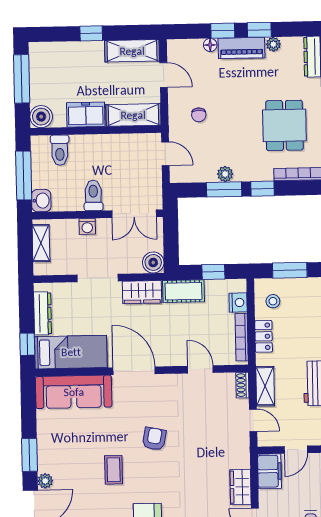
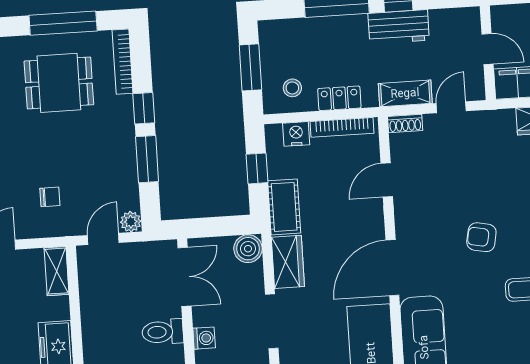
shelving: (133, 115) -> (57, 271), width x0.67, depth x0.75
plant: (225, 174) -> (131, 222), moved

